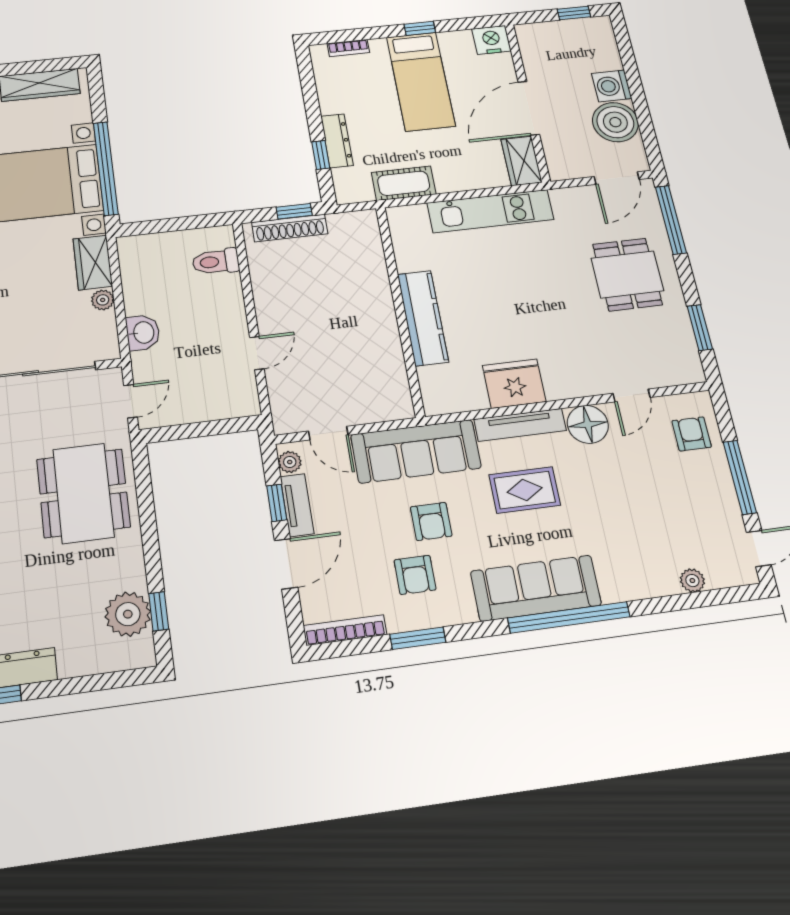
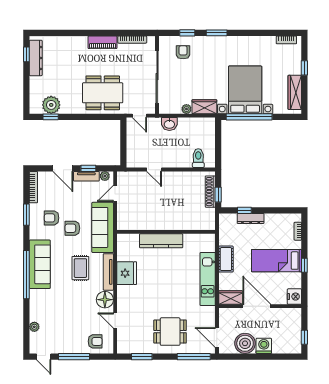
cot: (404, 183) -> (226, 259), moved

